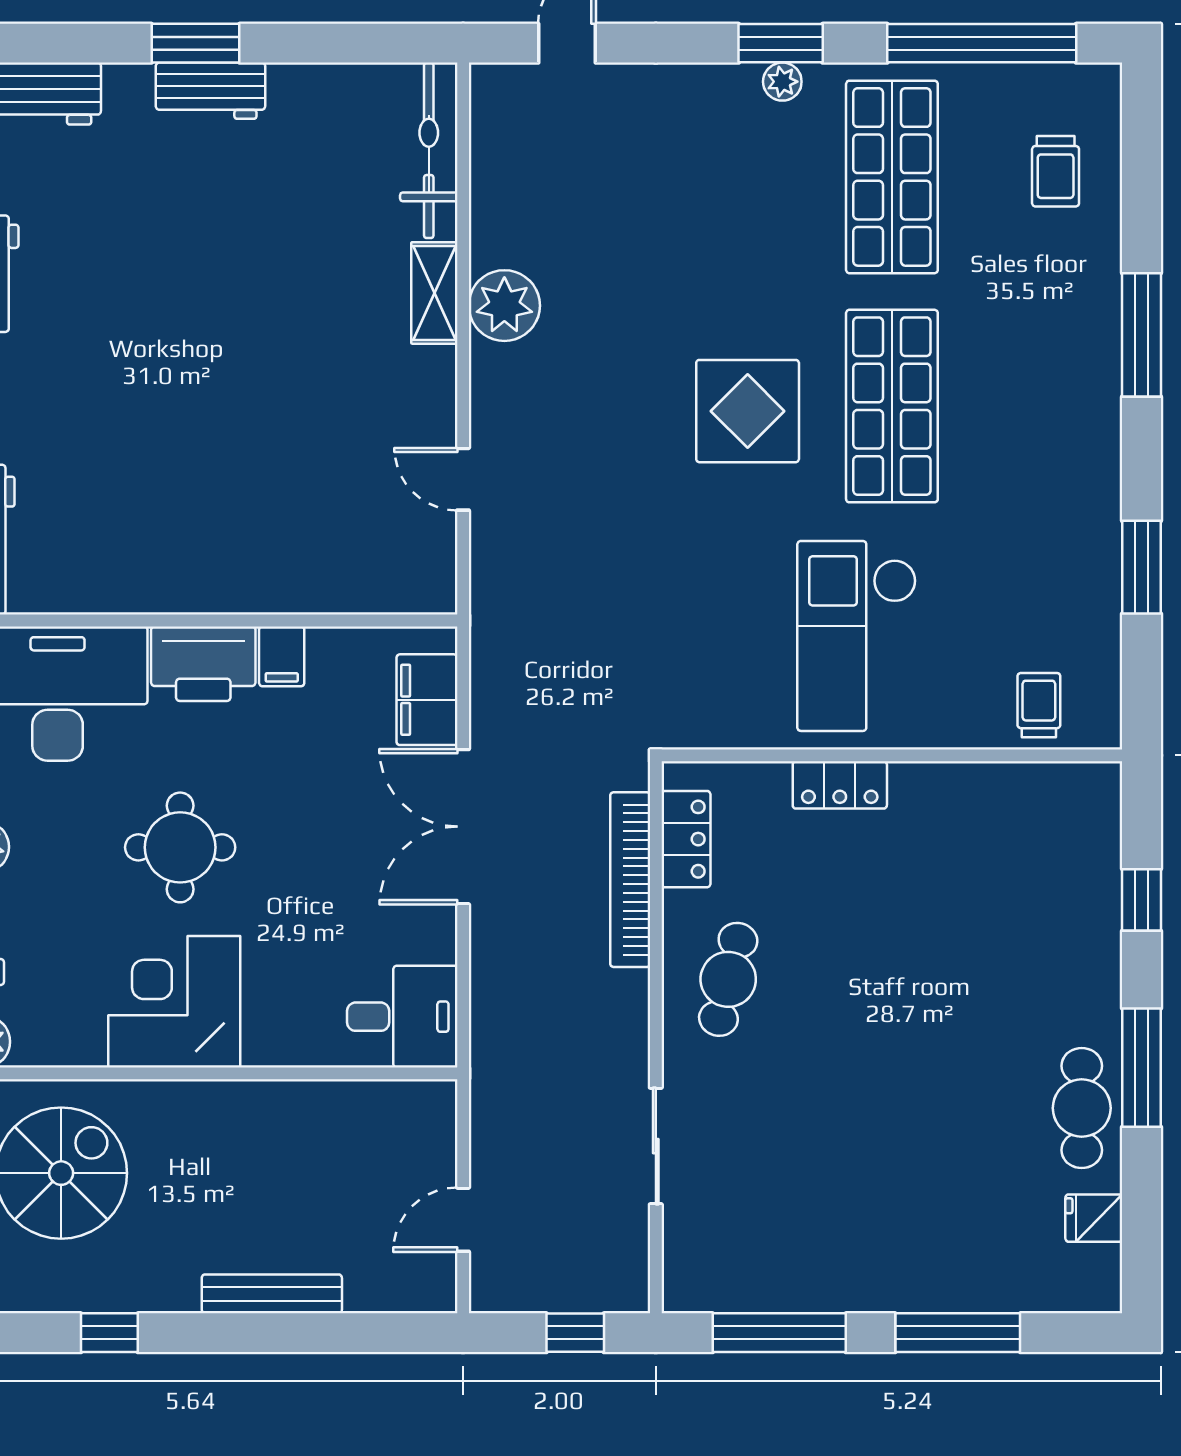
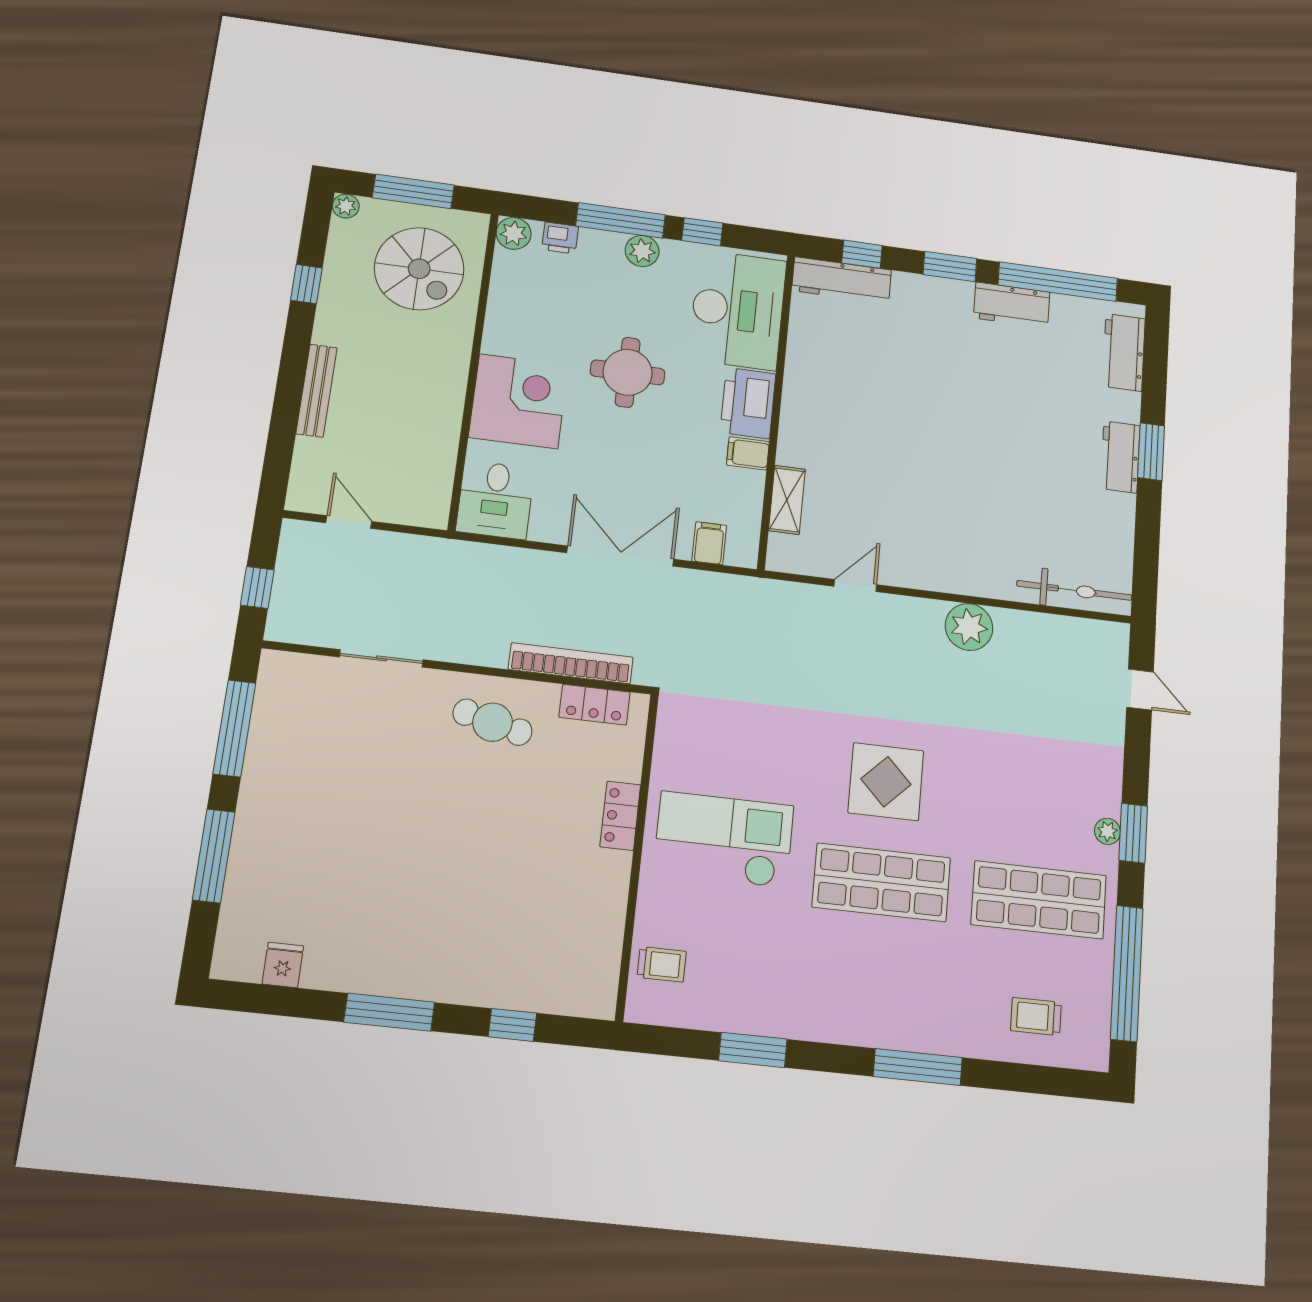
shelving: (434, 293) -> (787, 500), moved, turned 90
filing cabinet: (427, 700) -> (709, 543), width x0.50
corner desk: (174, 1002) -> (519, 401), moved
cafe table: (1082, 1108) -> (366, 965), removed

